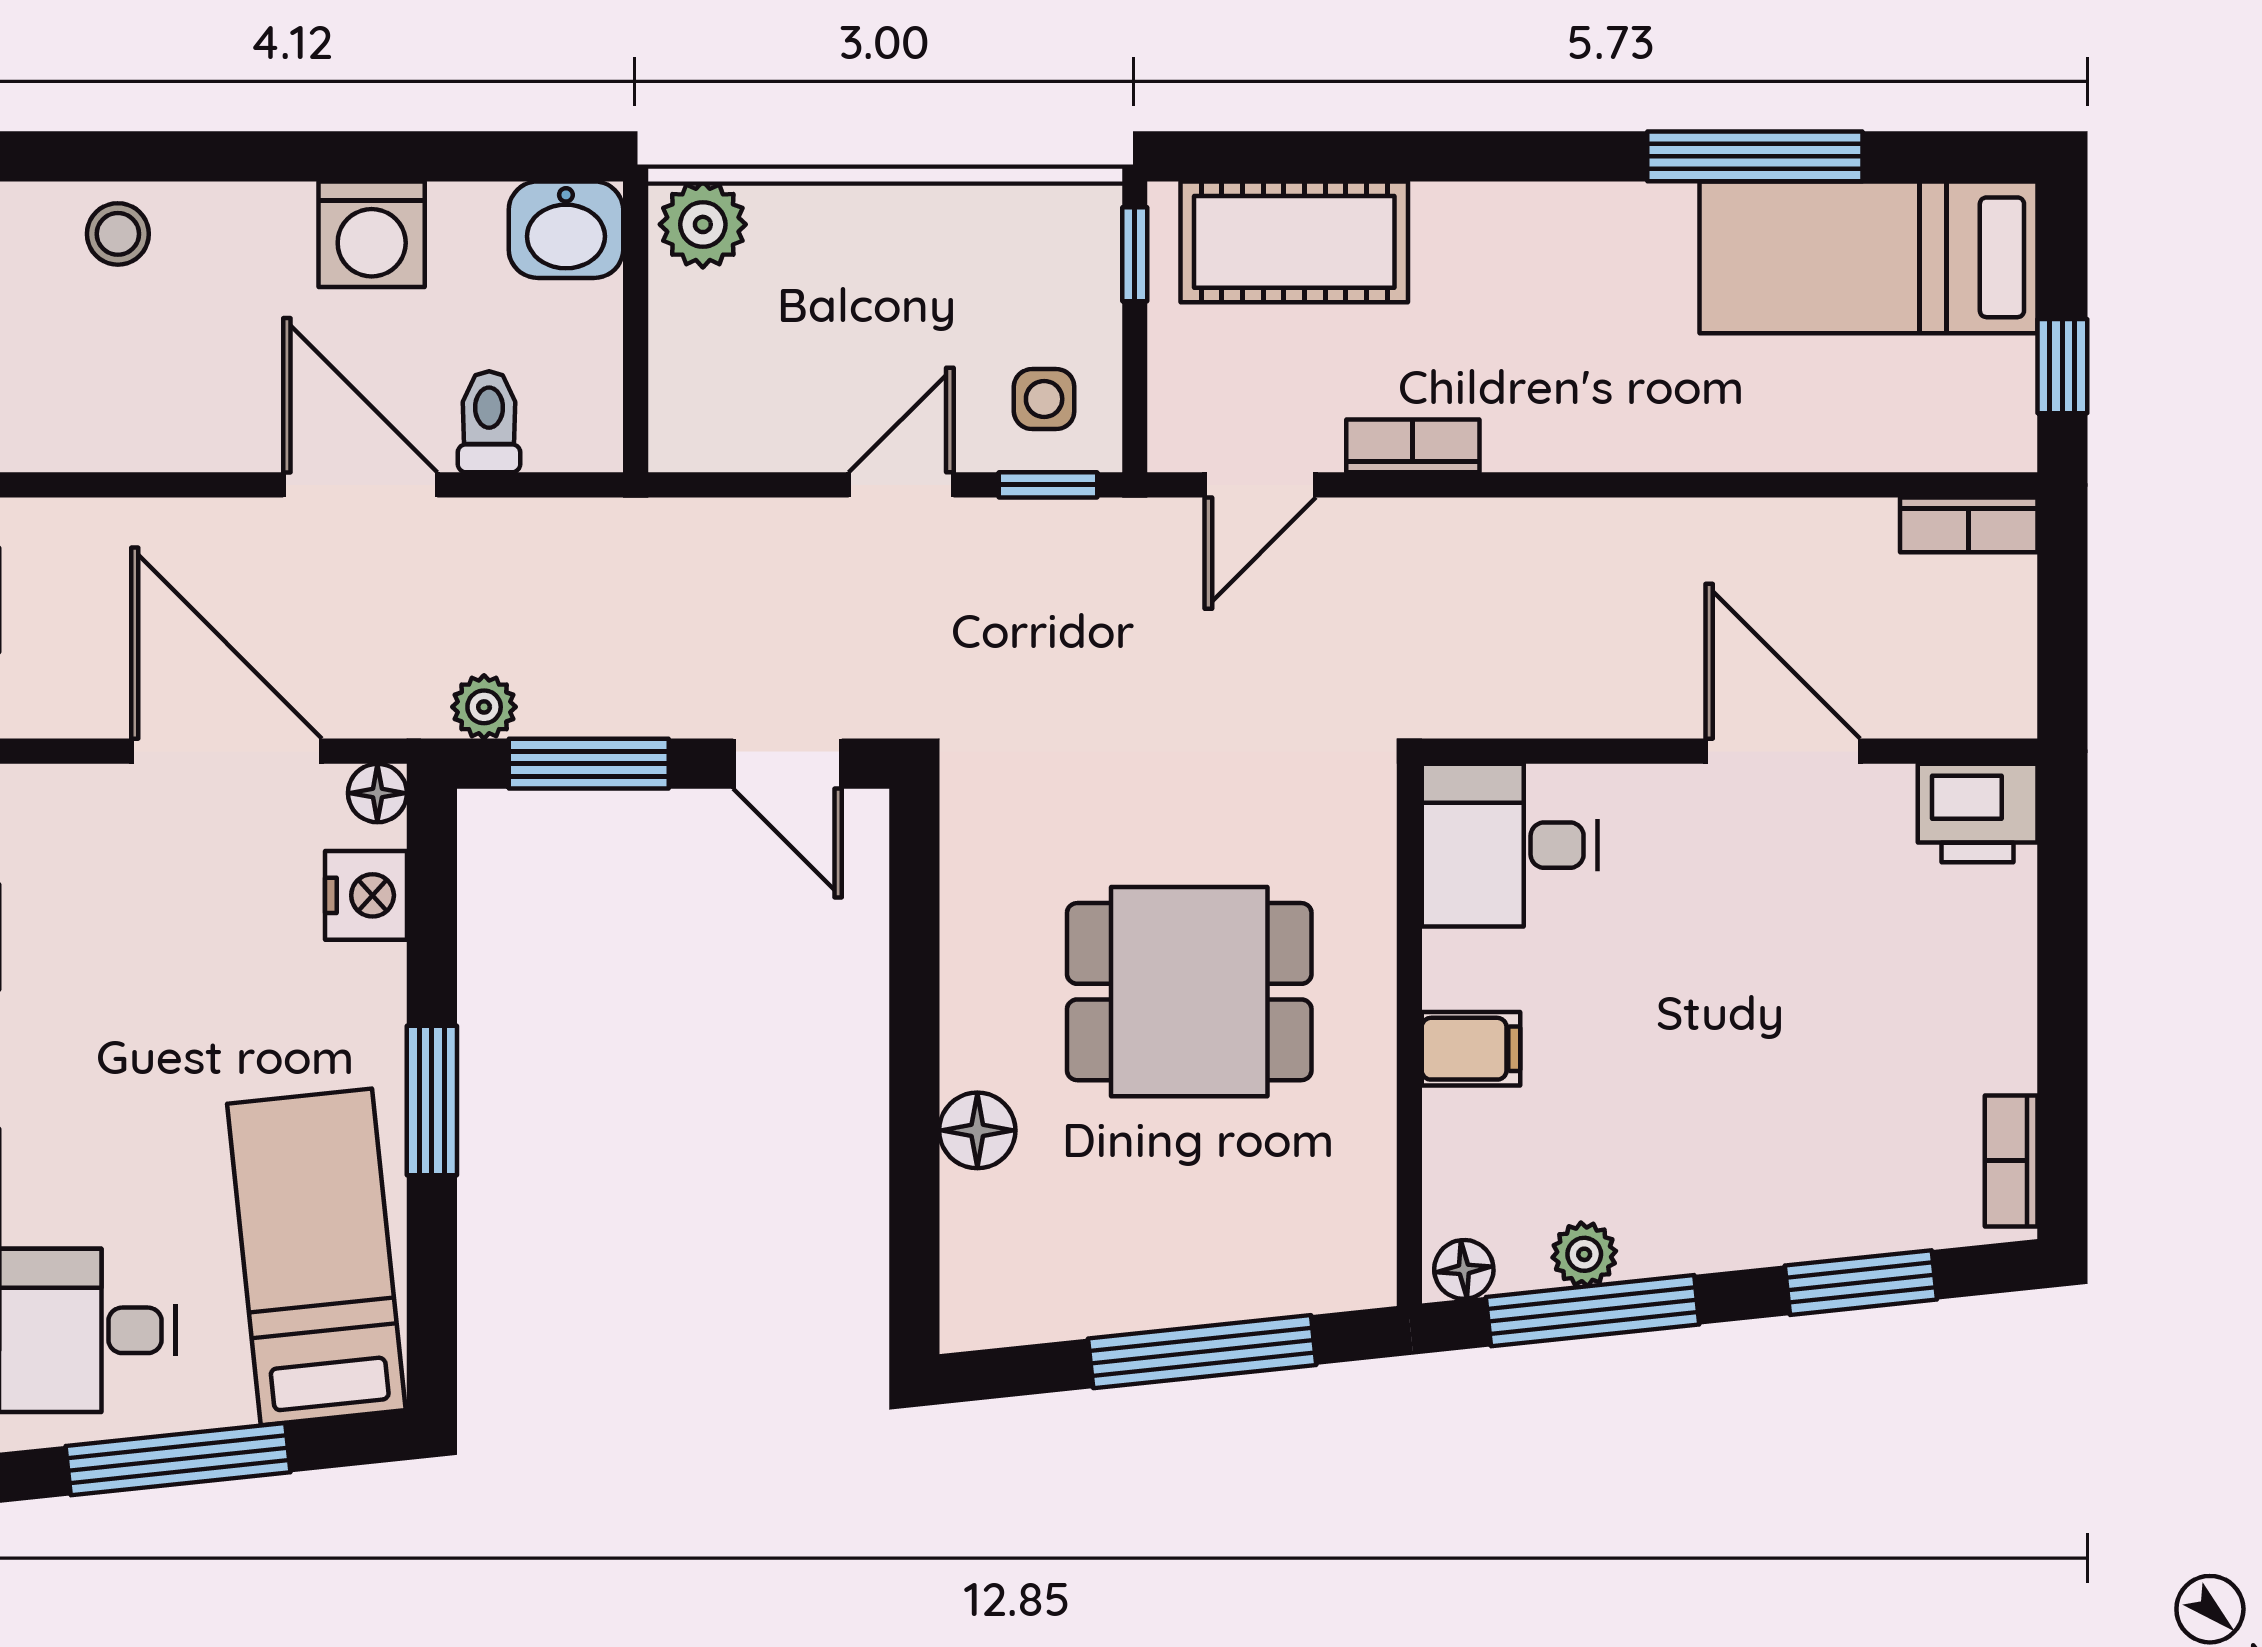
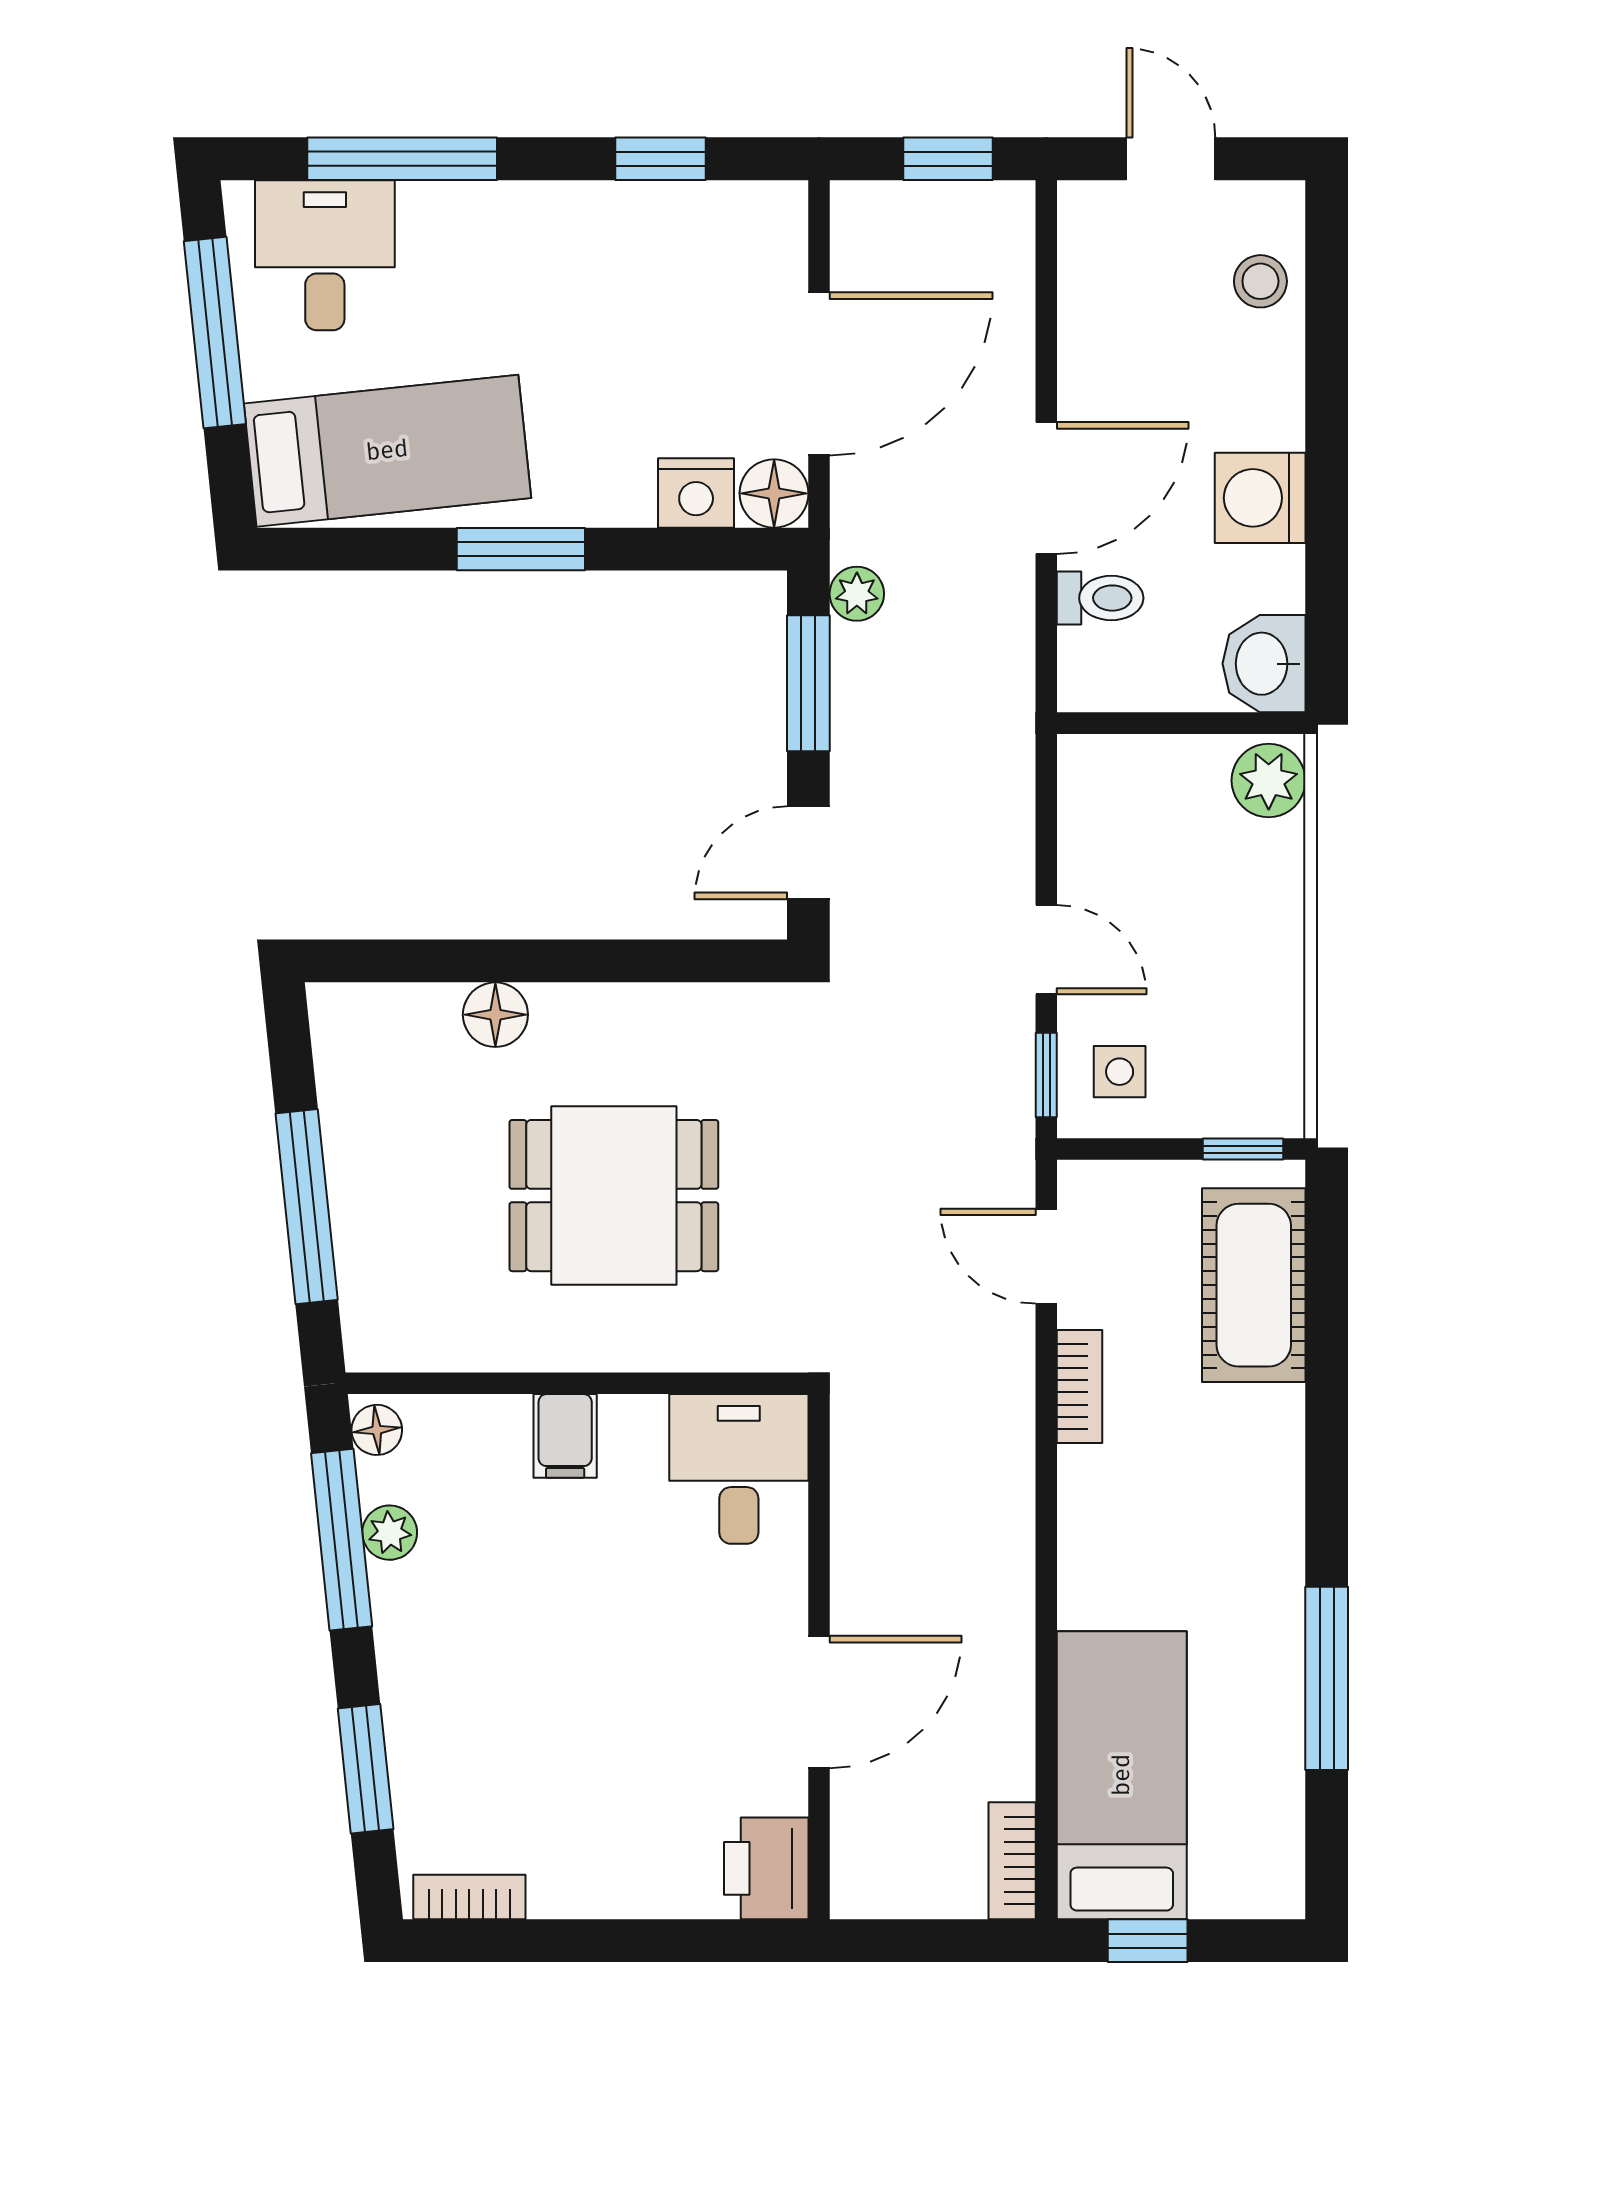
bed: (1869, 257) -> (1122, 1775), moved
floor lamp: (377, 793) -> (774, 493), width x1.37, depth x1.37
dining table: (1189, 992) -> (614, 1196), turned 90

